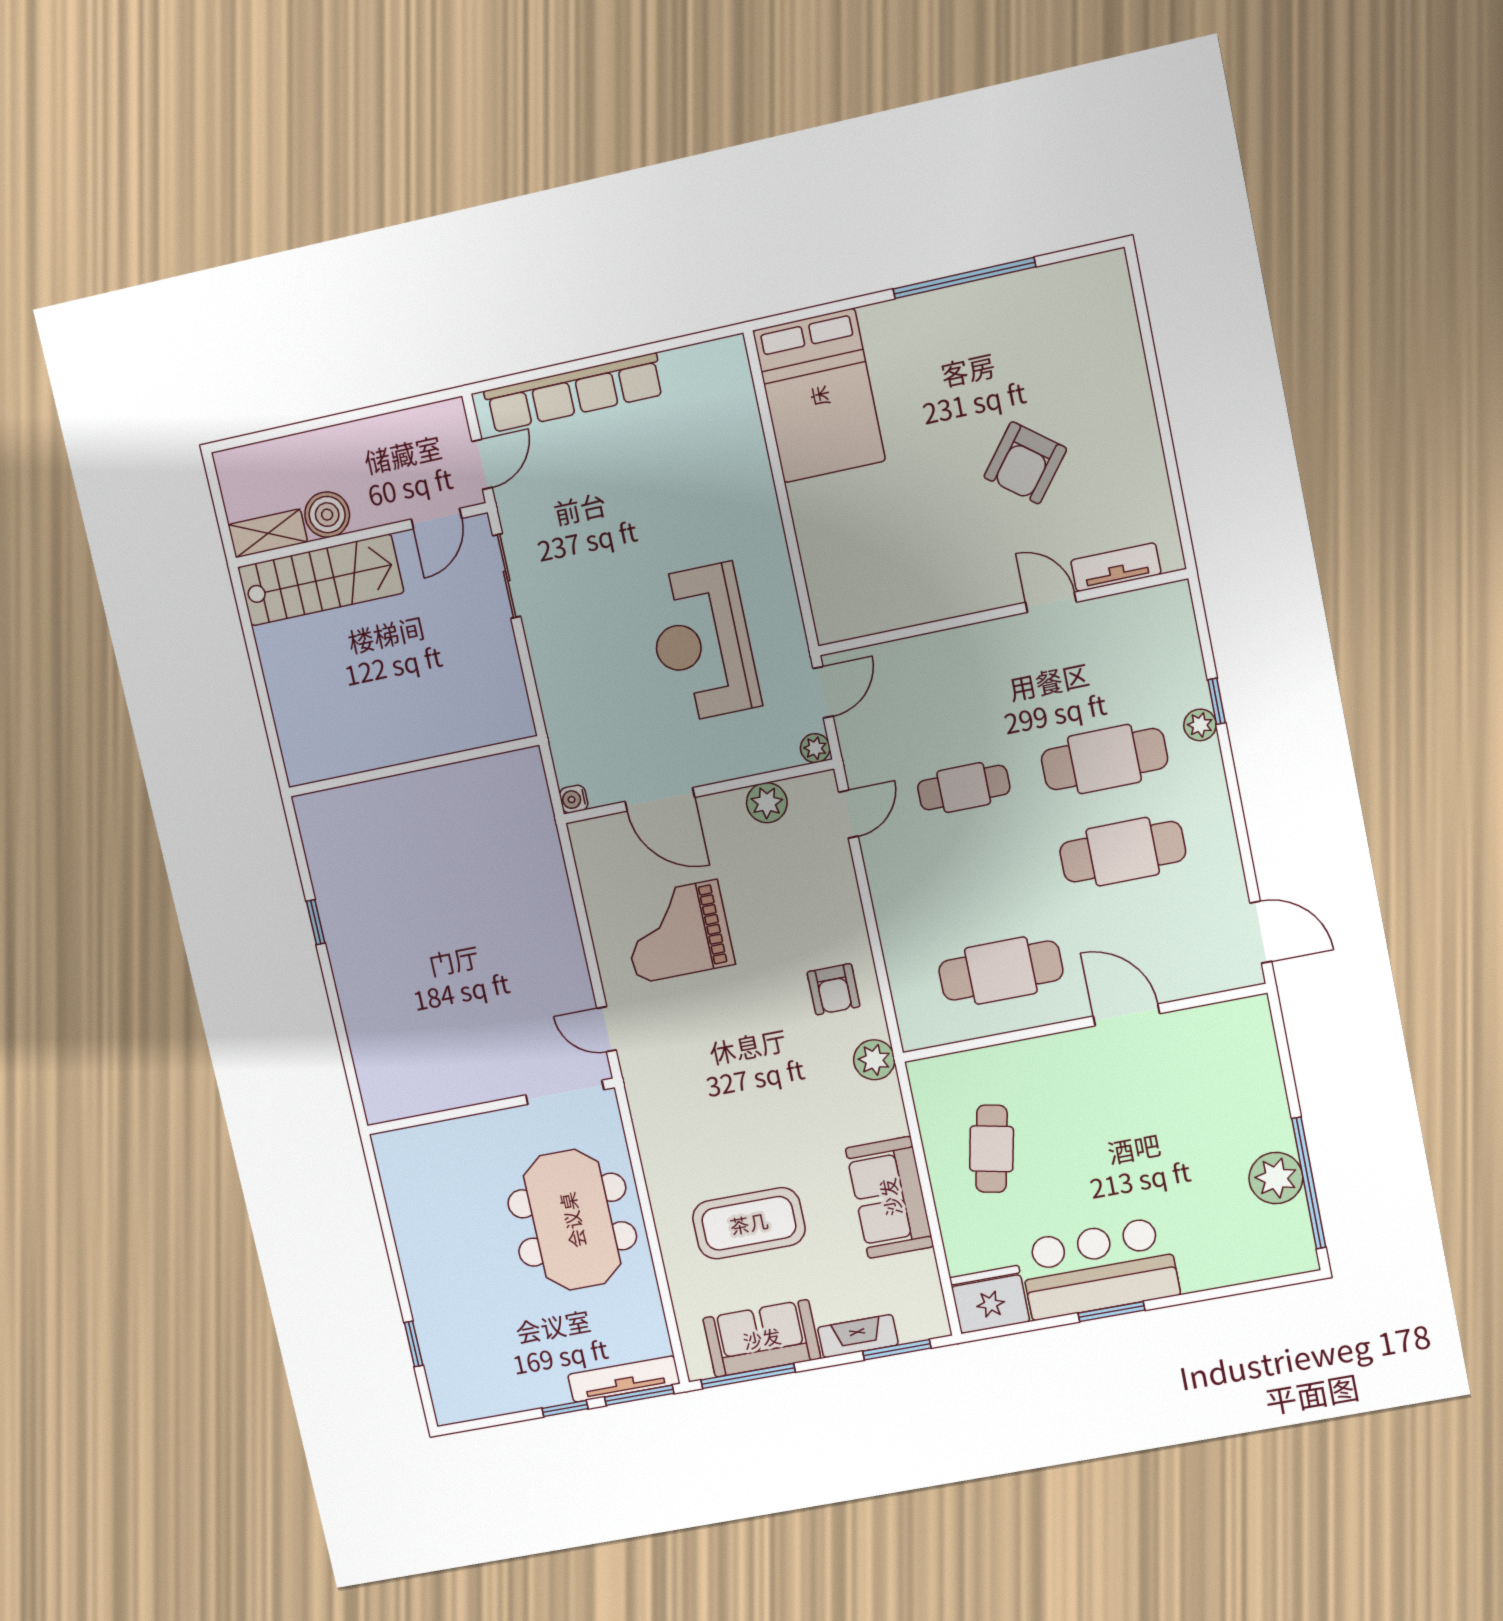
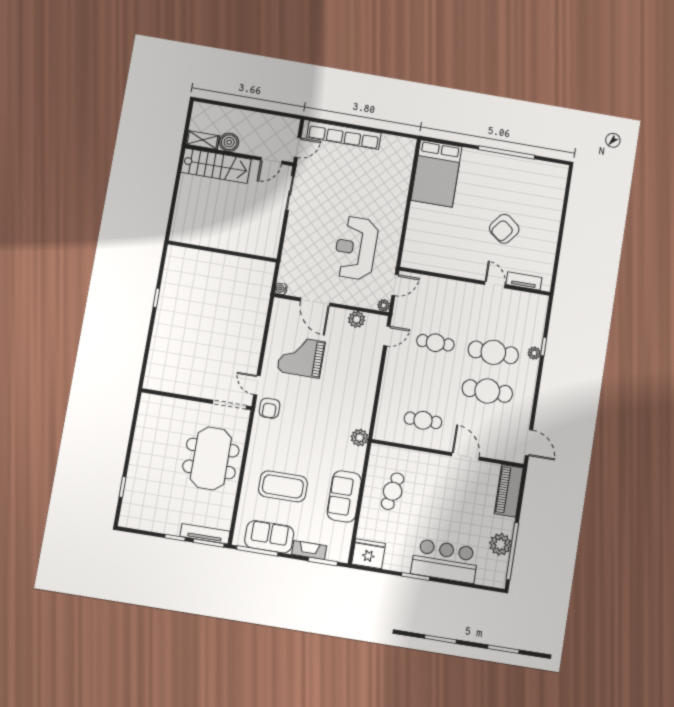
cafe table: (1001, 971) -> (423, 420), width x0.73, depth x0.74
armchair: (834, 989) -> (269, 408), moved
piano: (1253, 1055) -> (509, 491), added
bar counter: (1099, 1268) -> (445, 561), moved

